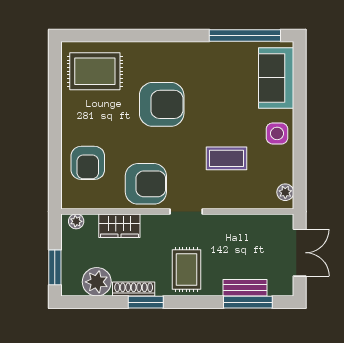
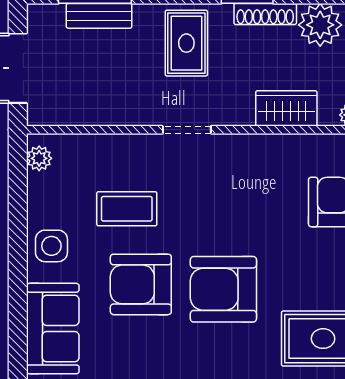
armchair: (146, 184) -> (141, 284), moved

